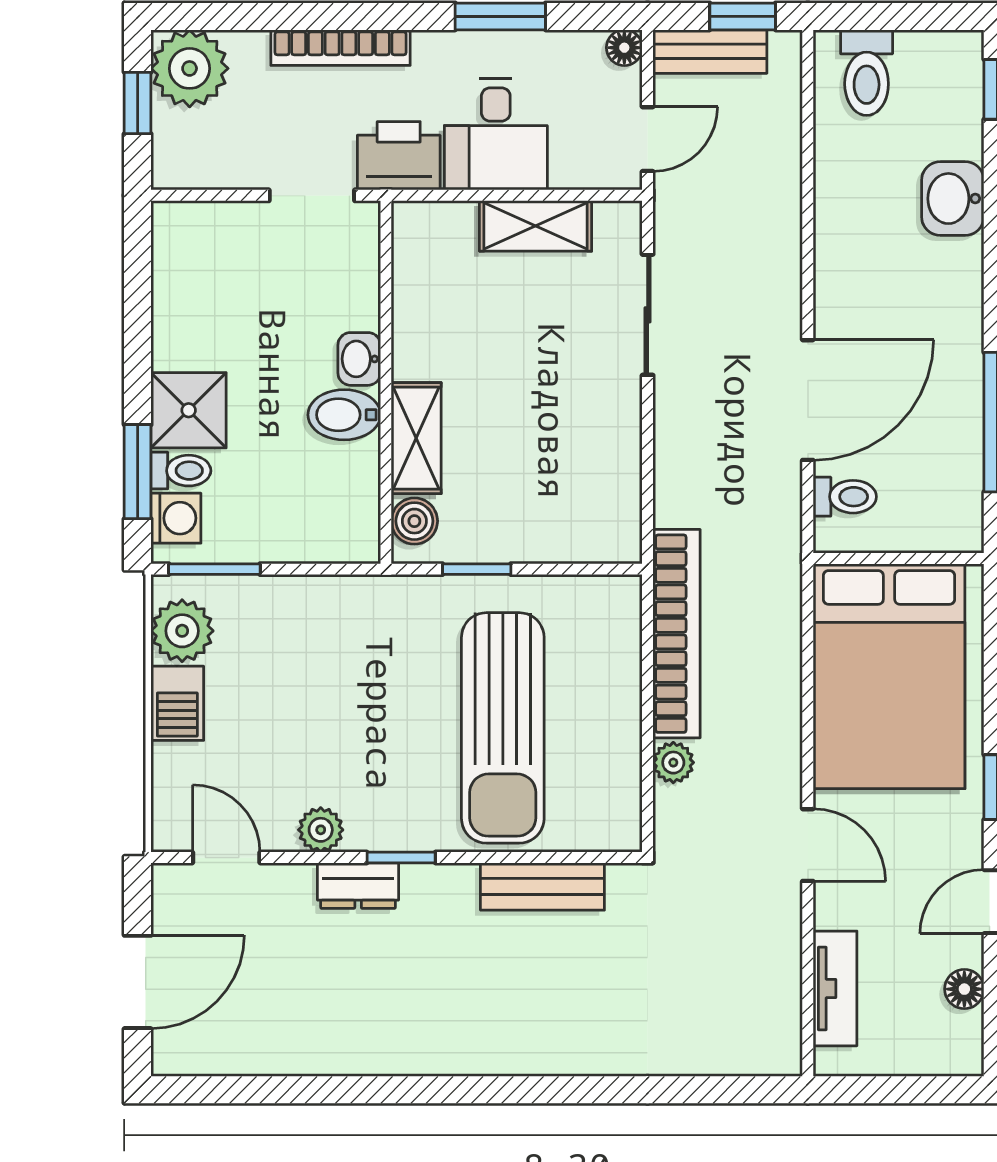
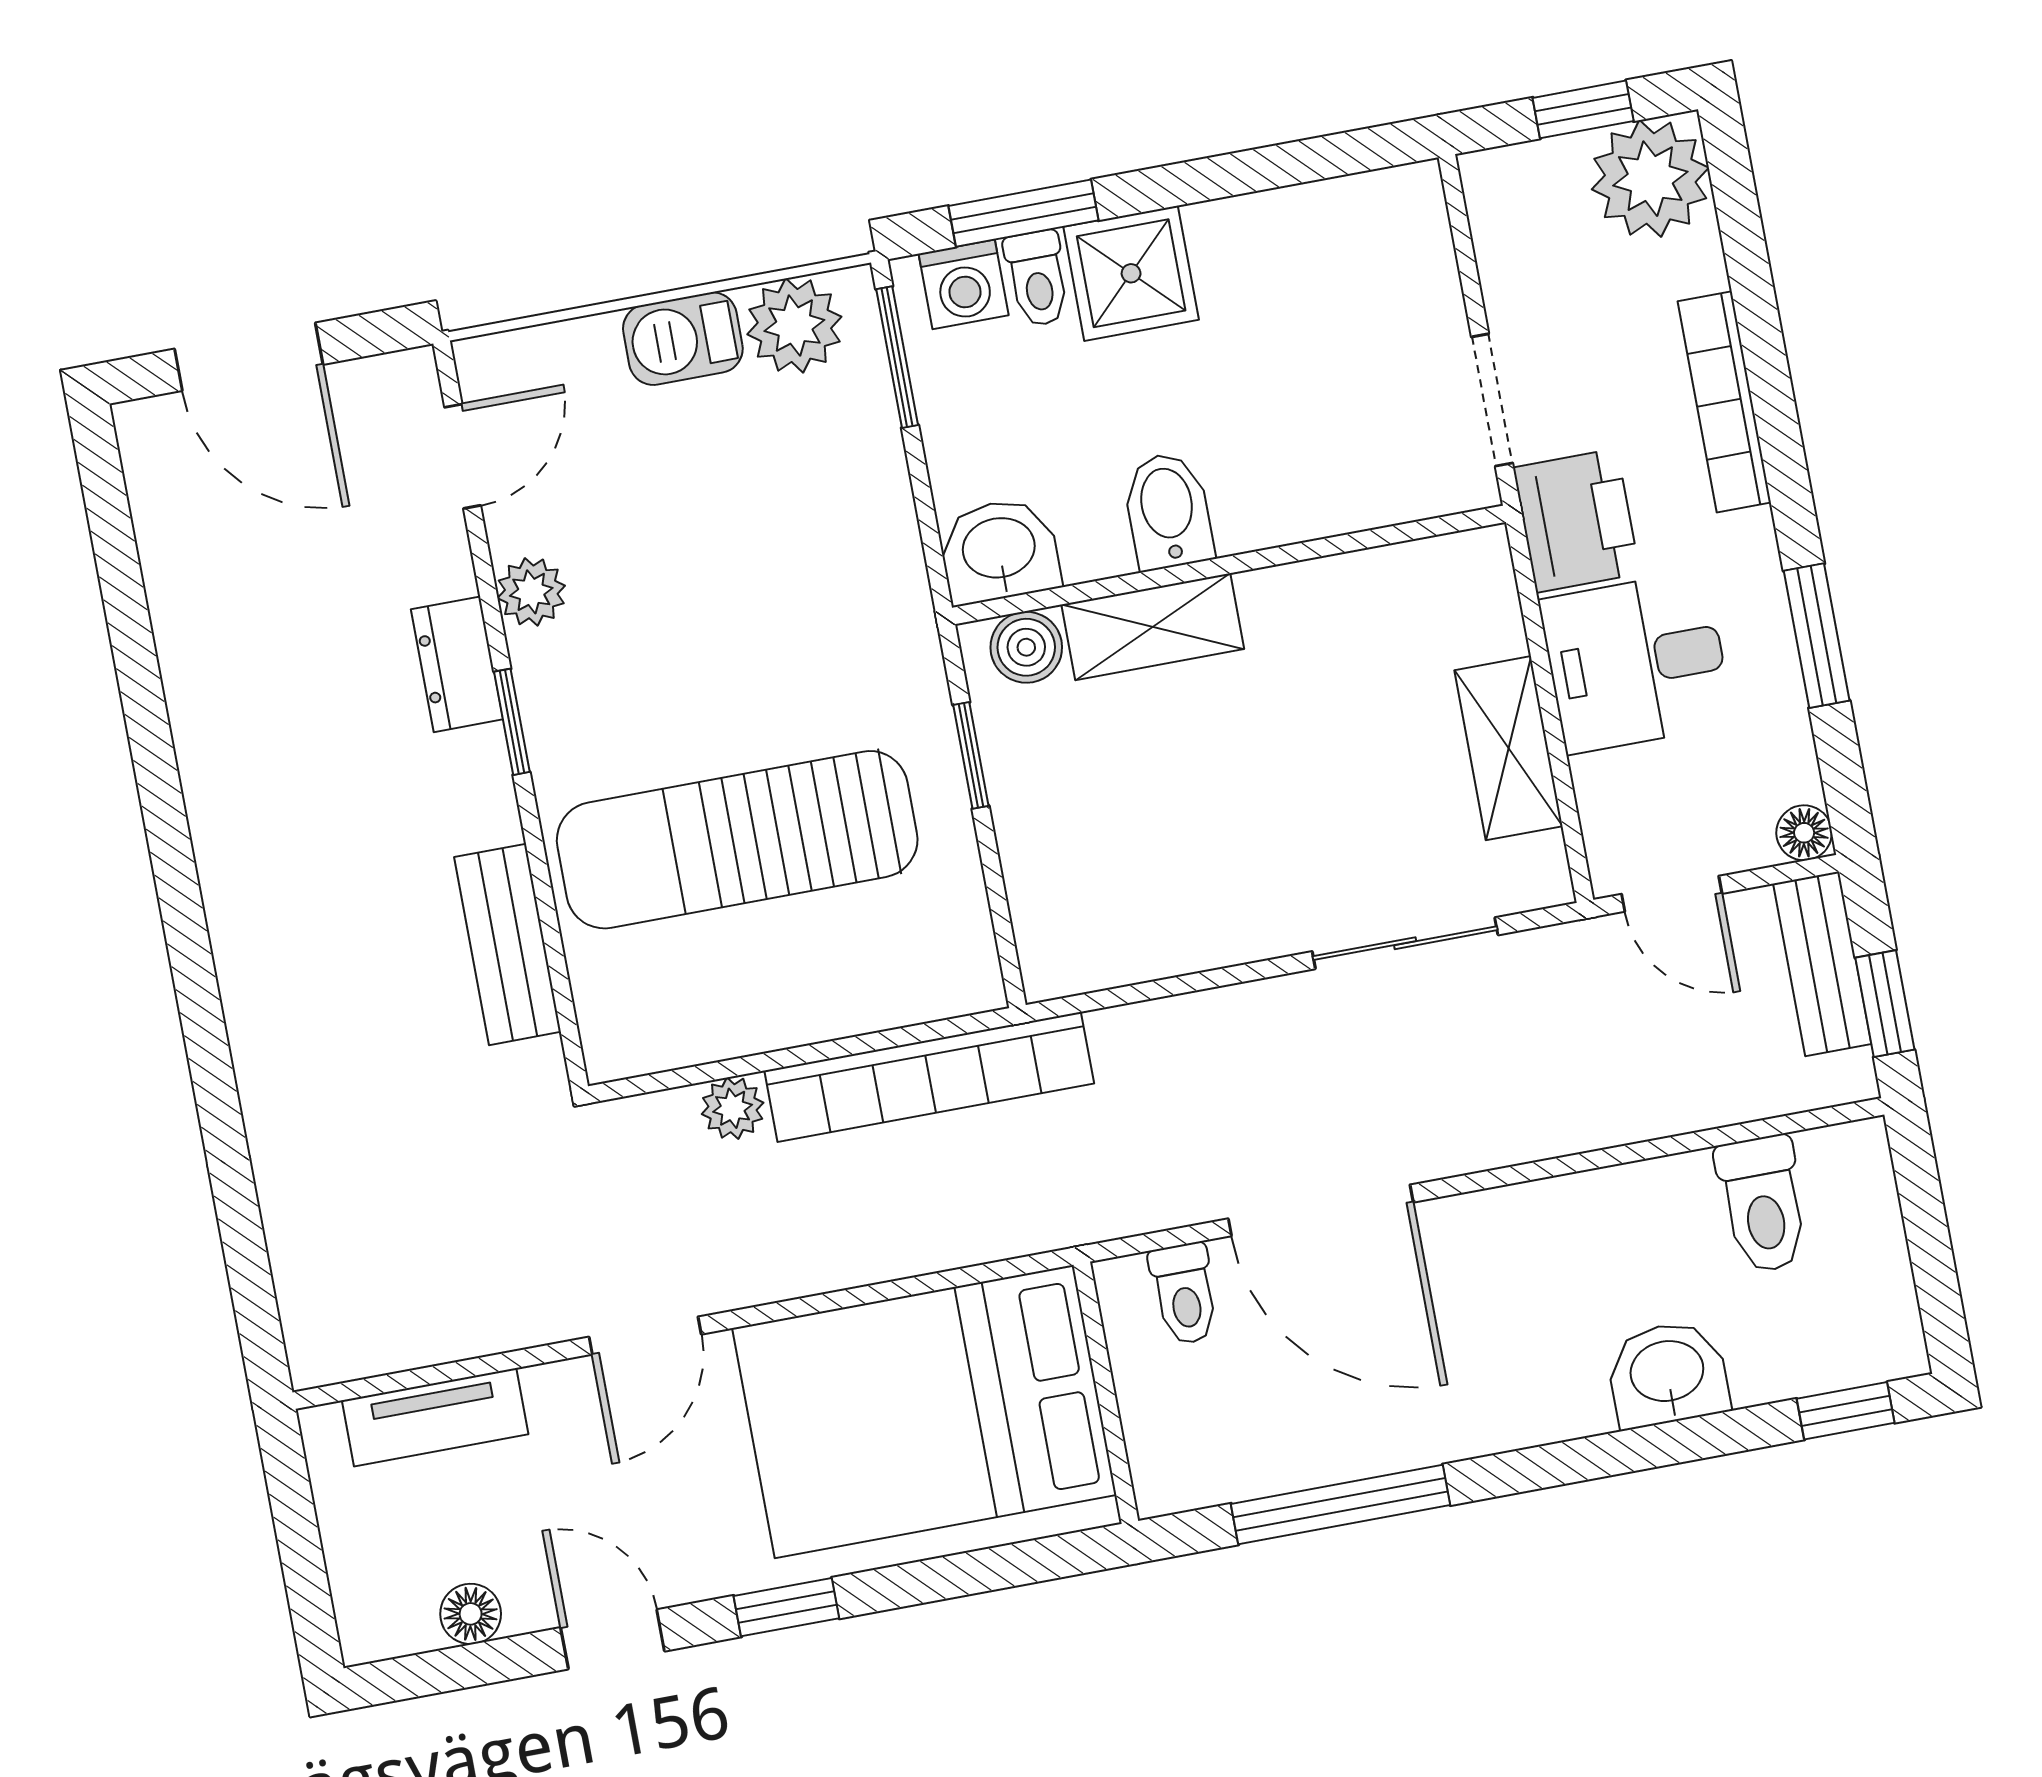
toilet: (867, 73) -> (1763, 1204), moved, turned -90
washbasin: (359, 359) -> (999, 551), moved, width x1.38, depth x1.45

